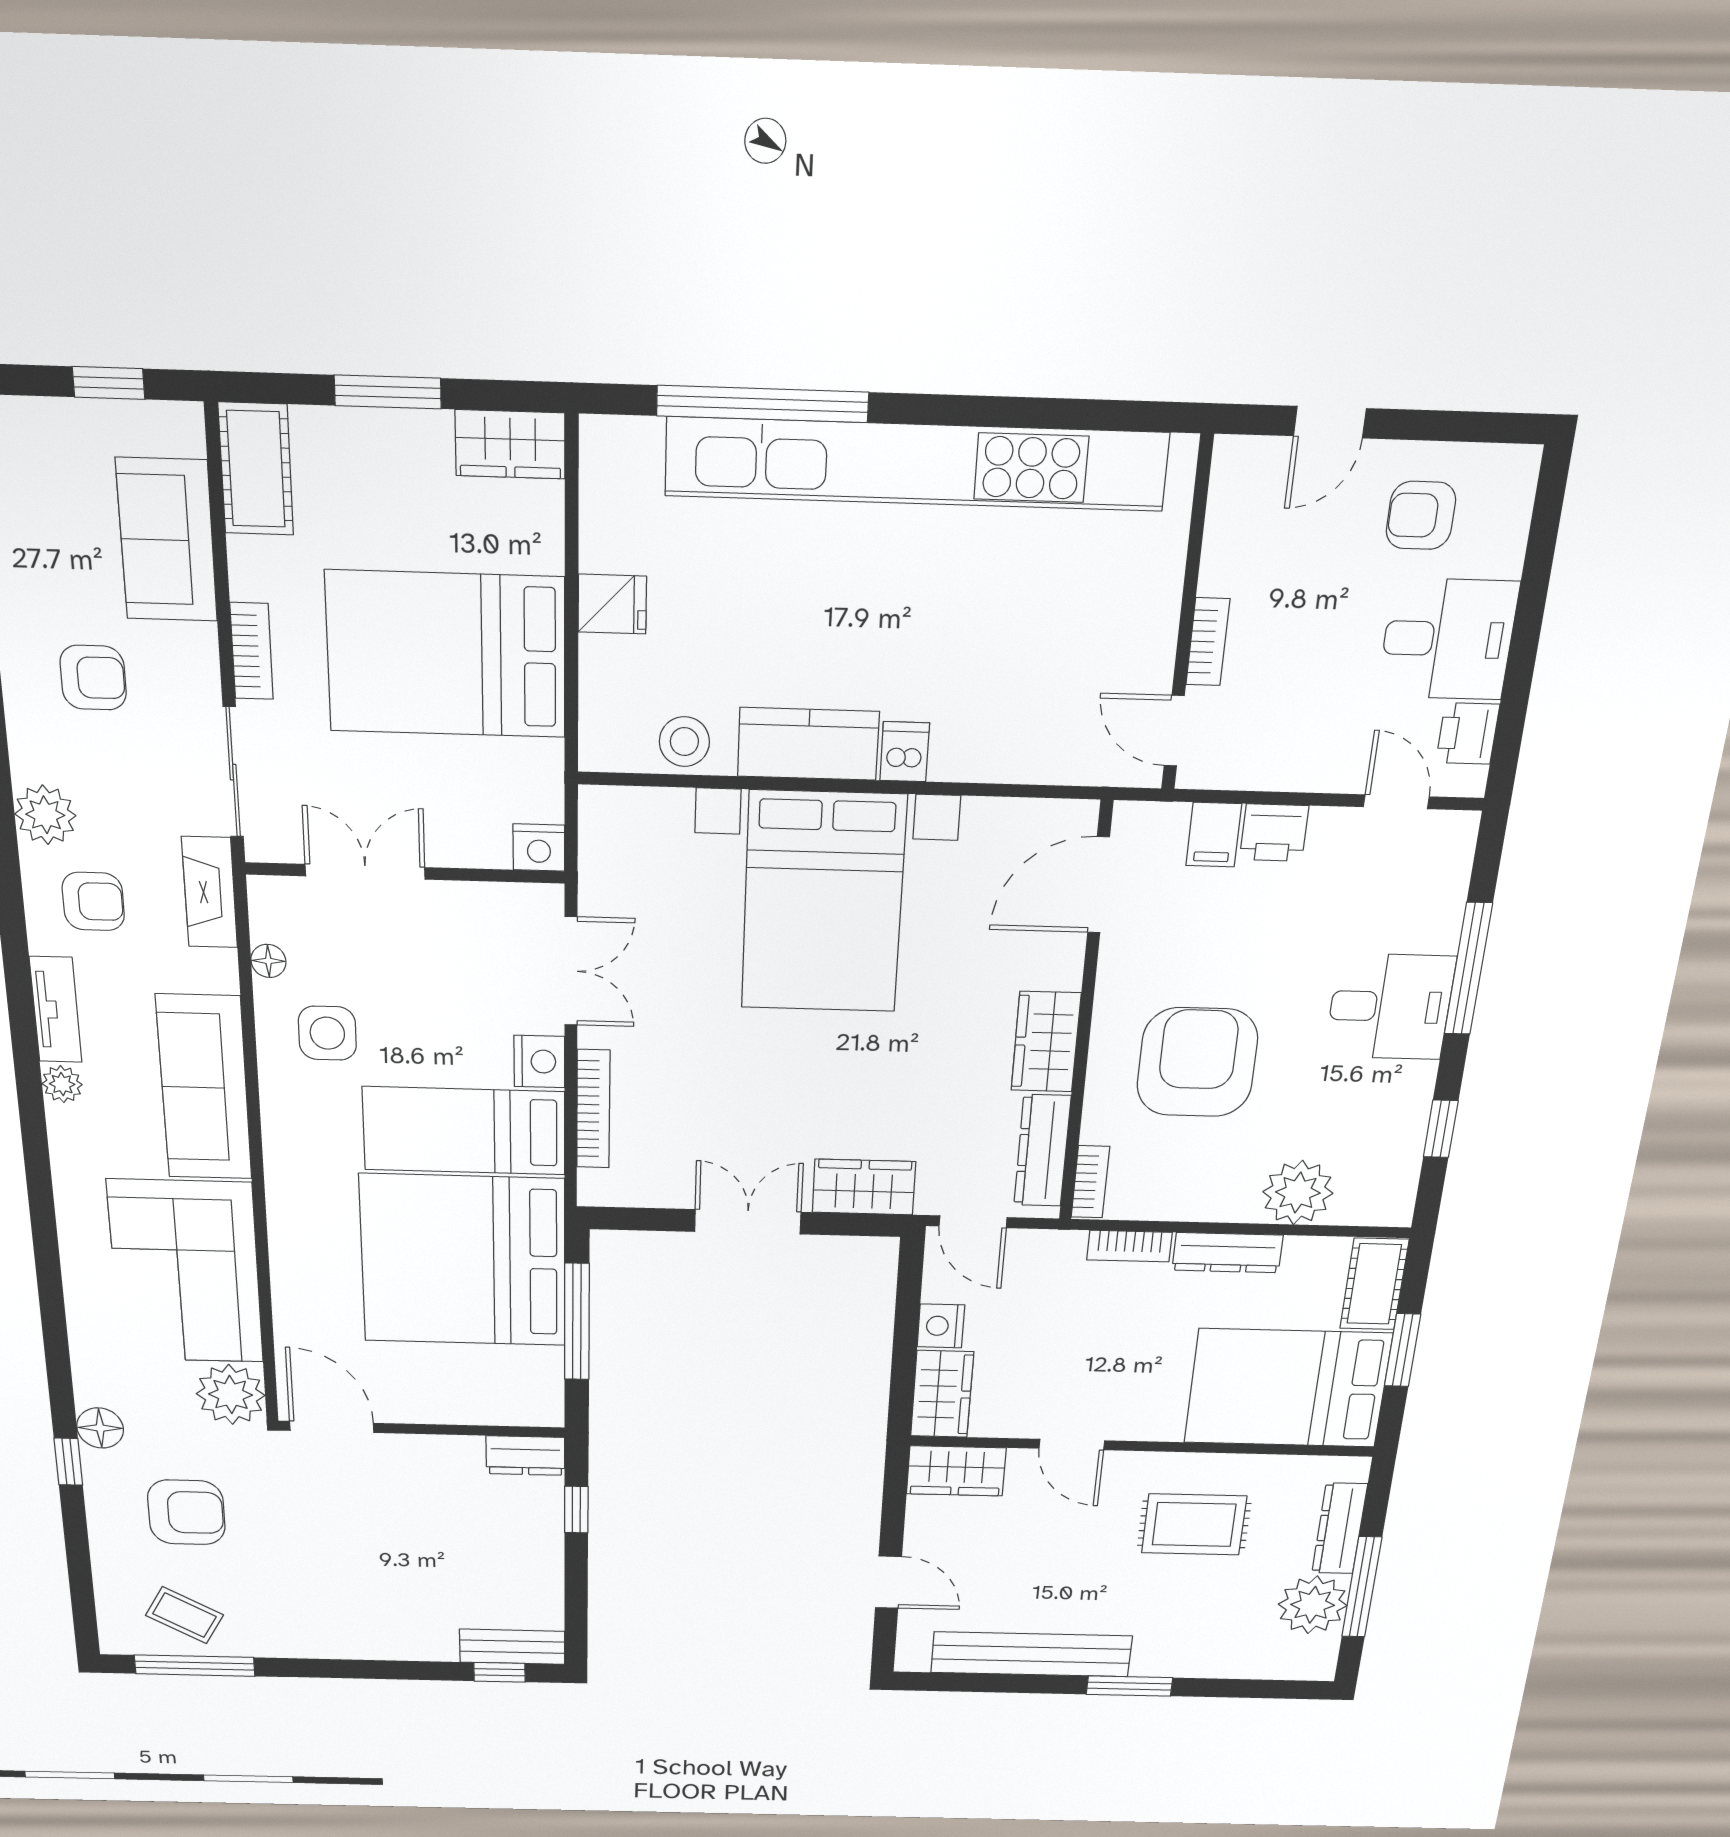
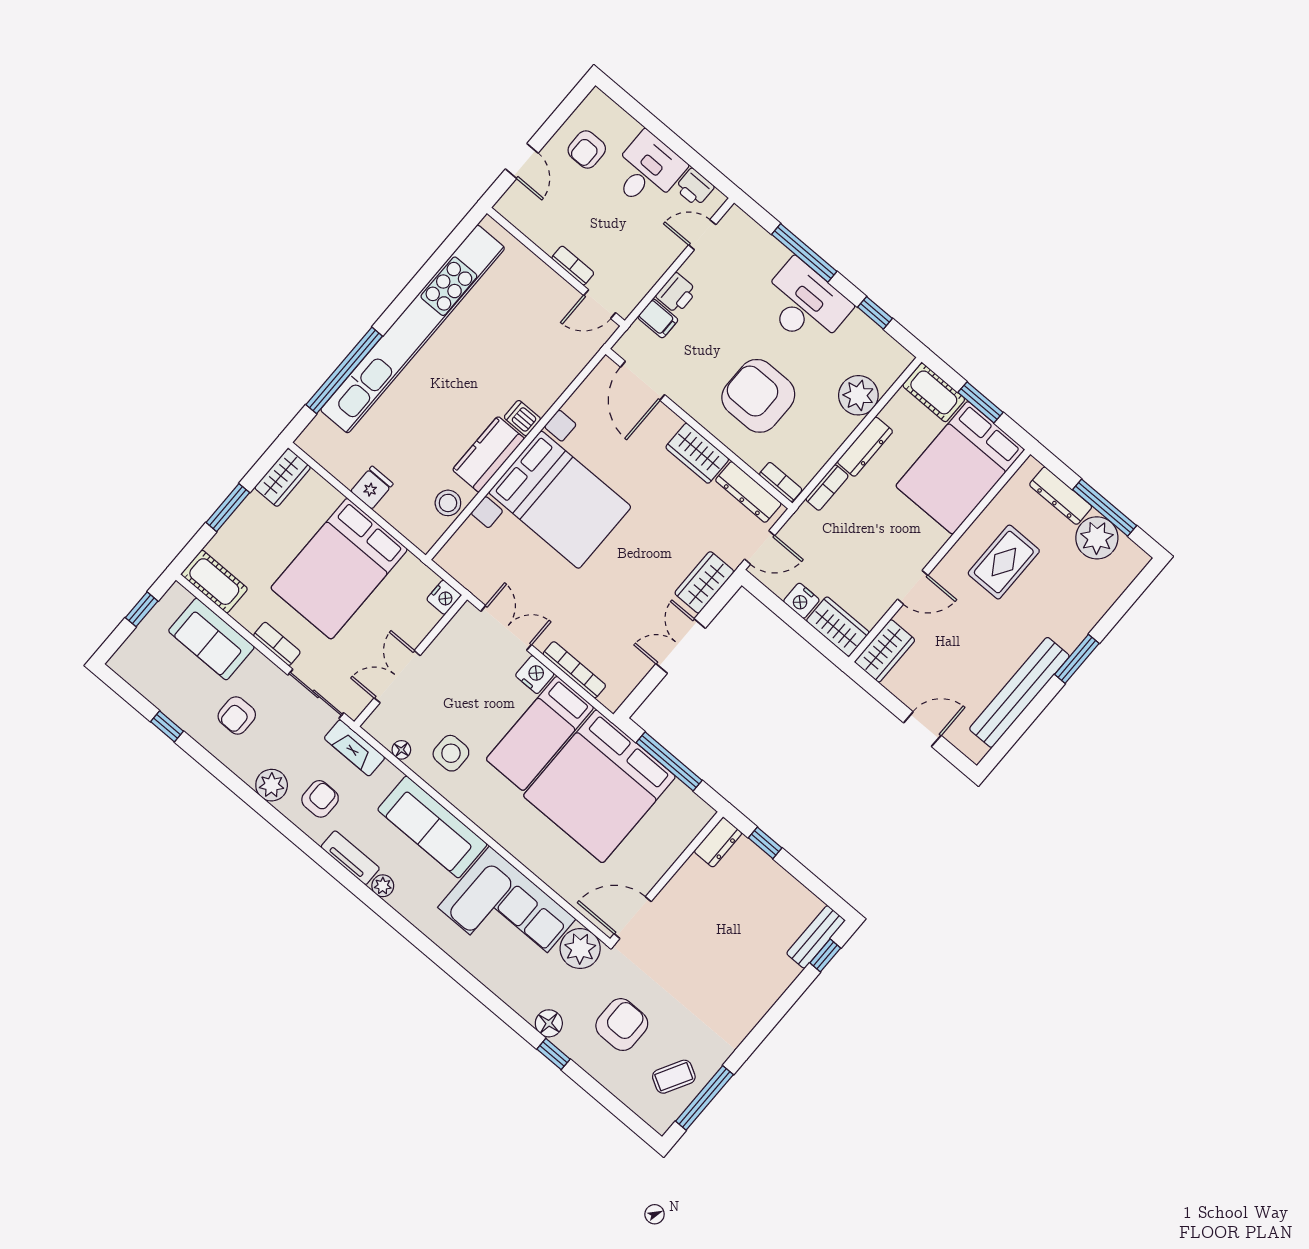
armchair: (93, 678) -> (237, 715), turned 180
desk: (1390, 1007) -> (805, 304), width x1.37

